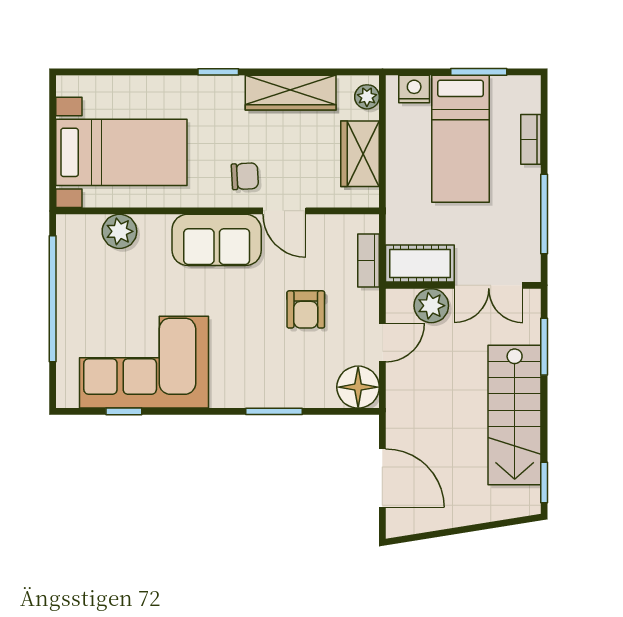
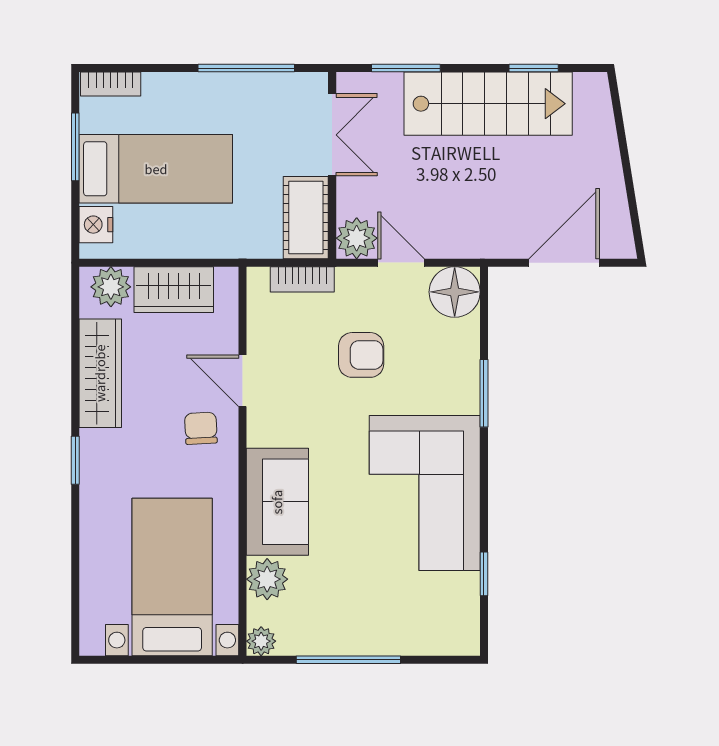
plant: (367, 97) -> (111, 287), width x1.38, depth x1.38
bookcase: (531, 139) -> (111, 84), moved
door: (284, 211) -> (243, 381), swing flipped
plant: (68, 226) -> (261, 641), added
sofa: (217, 240) -> (277, 502), moved
window: (53, 299) -> (348, 660), width x0.68
plant: (431, 306) -> (357, 238), moved
corner sofa: (144, 362) -> (425, 493), moved
window: (544, 482) -> (534, 68), moved

